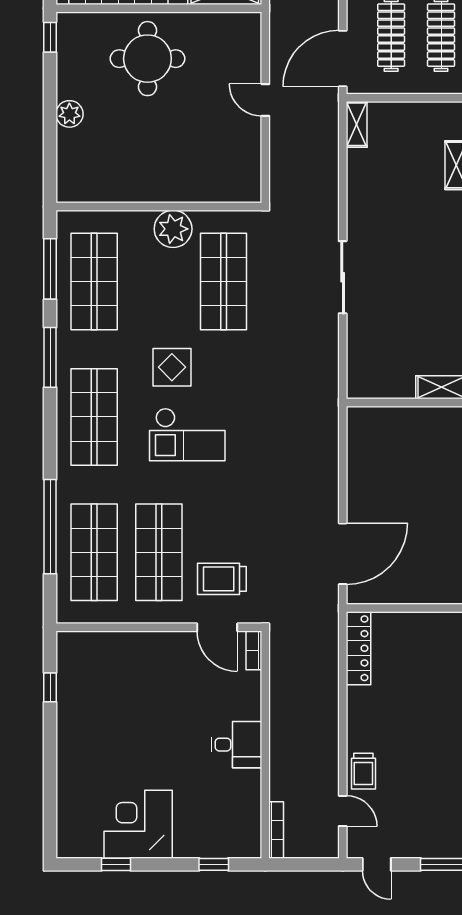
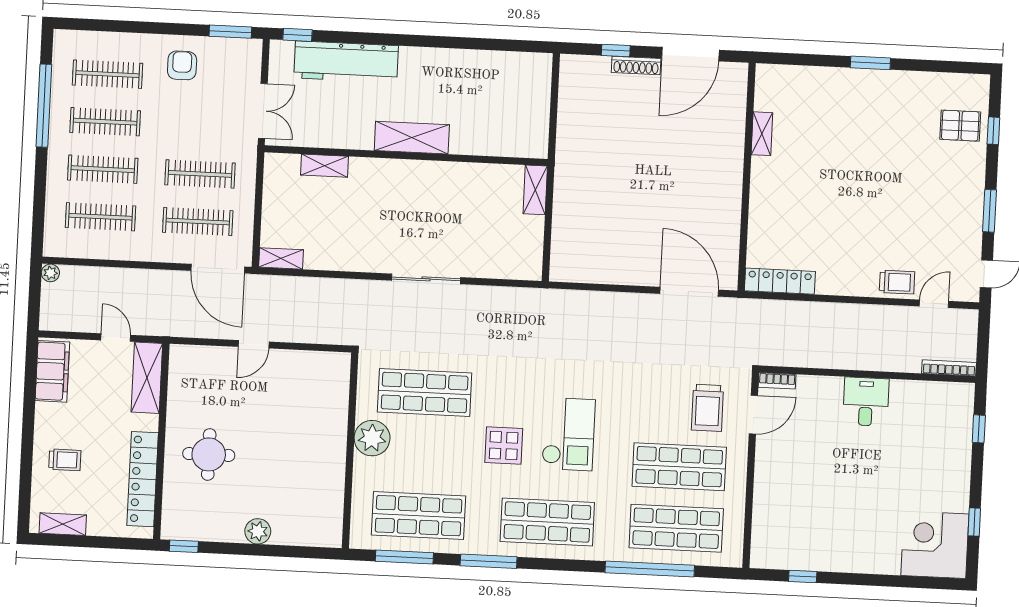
round table: (147, 59) -> (209, 454), width x0.73, depth x0.73
corner desk: (138, 824) -> (935, 545), moved, turned 90

